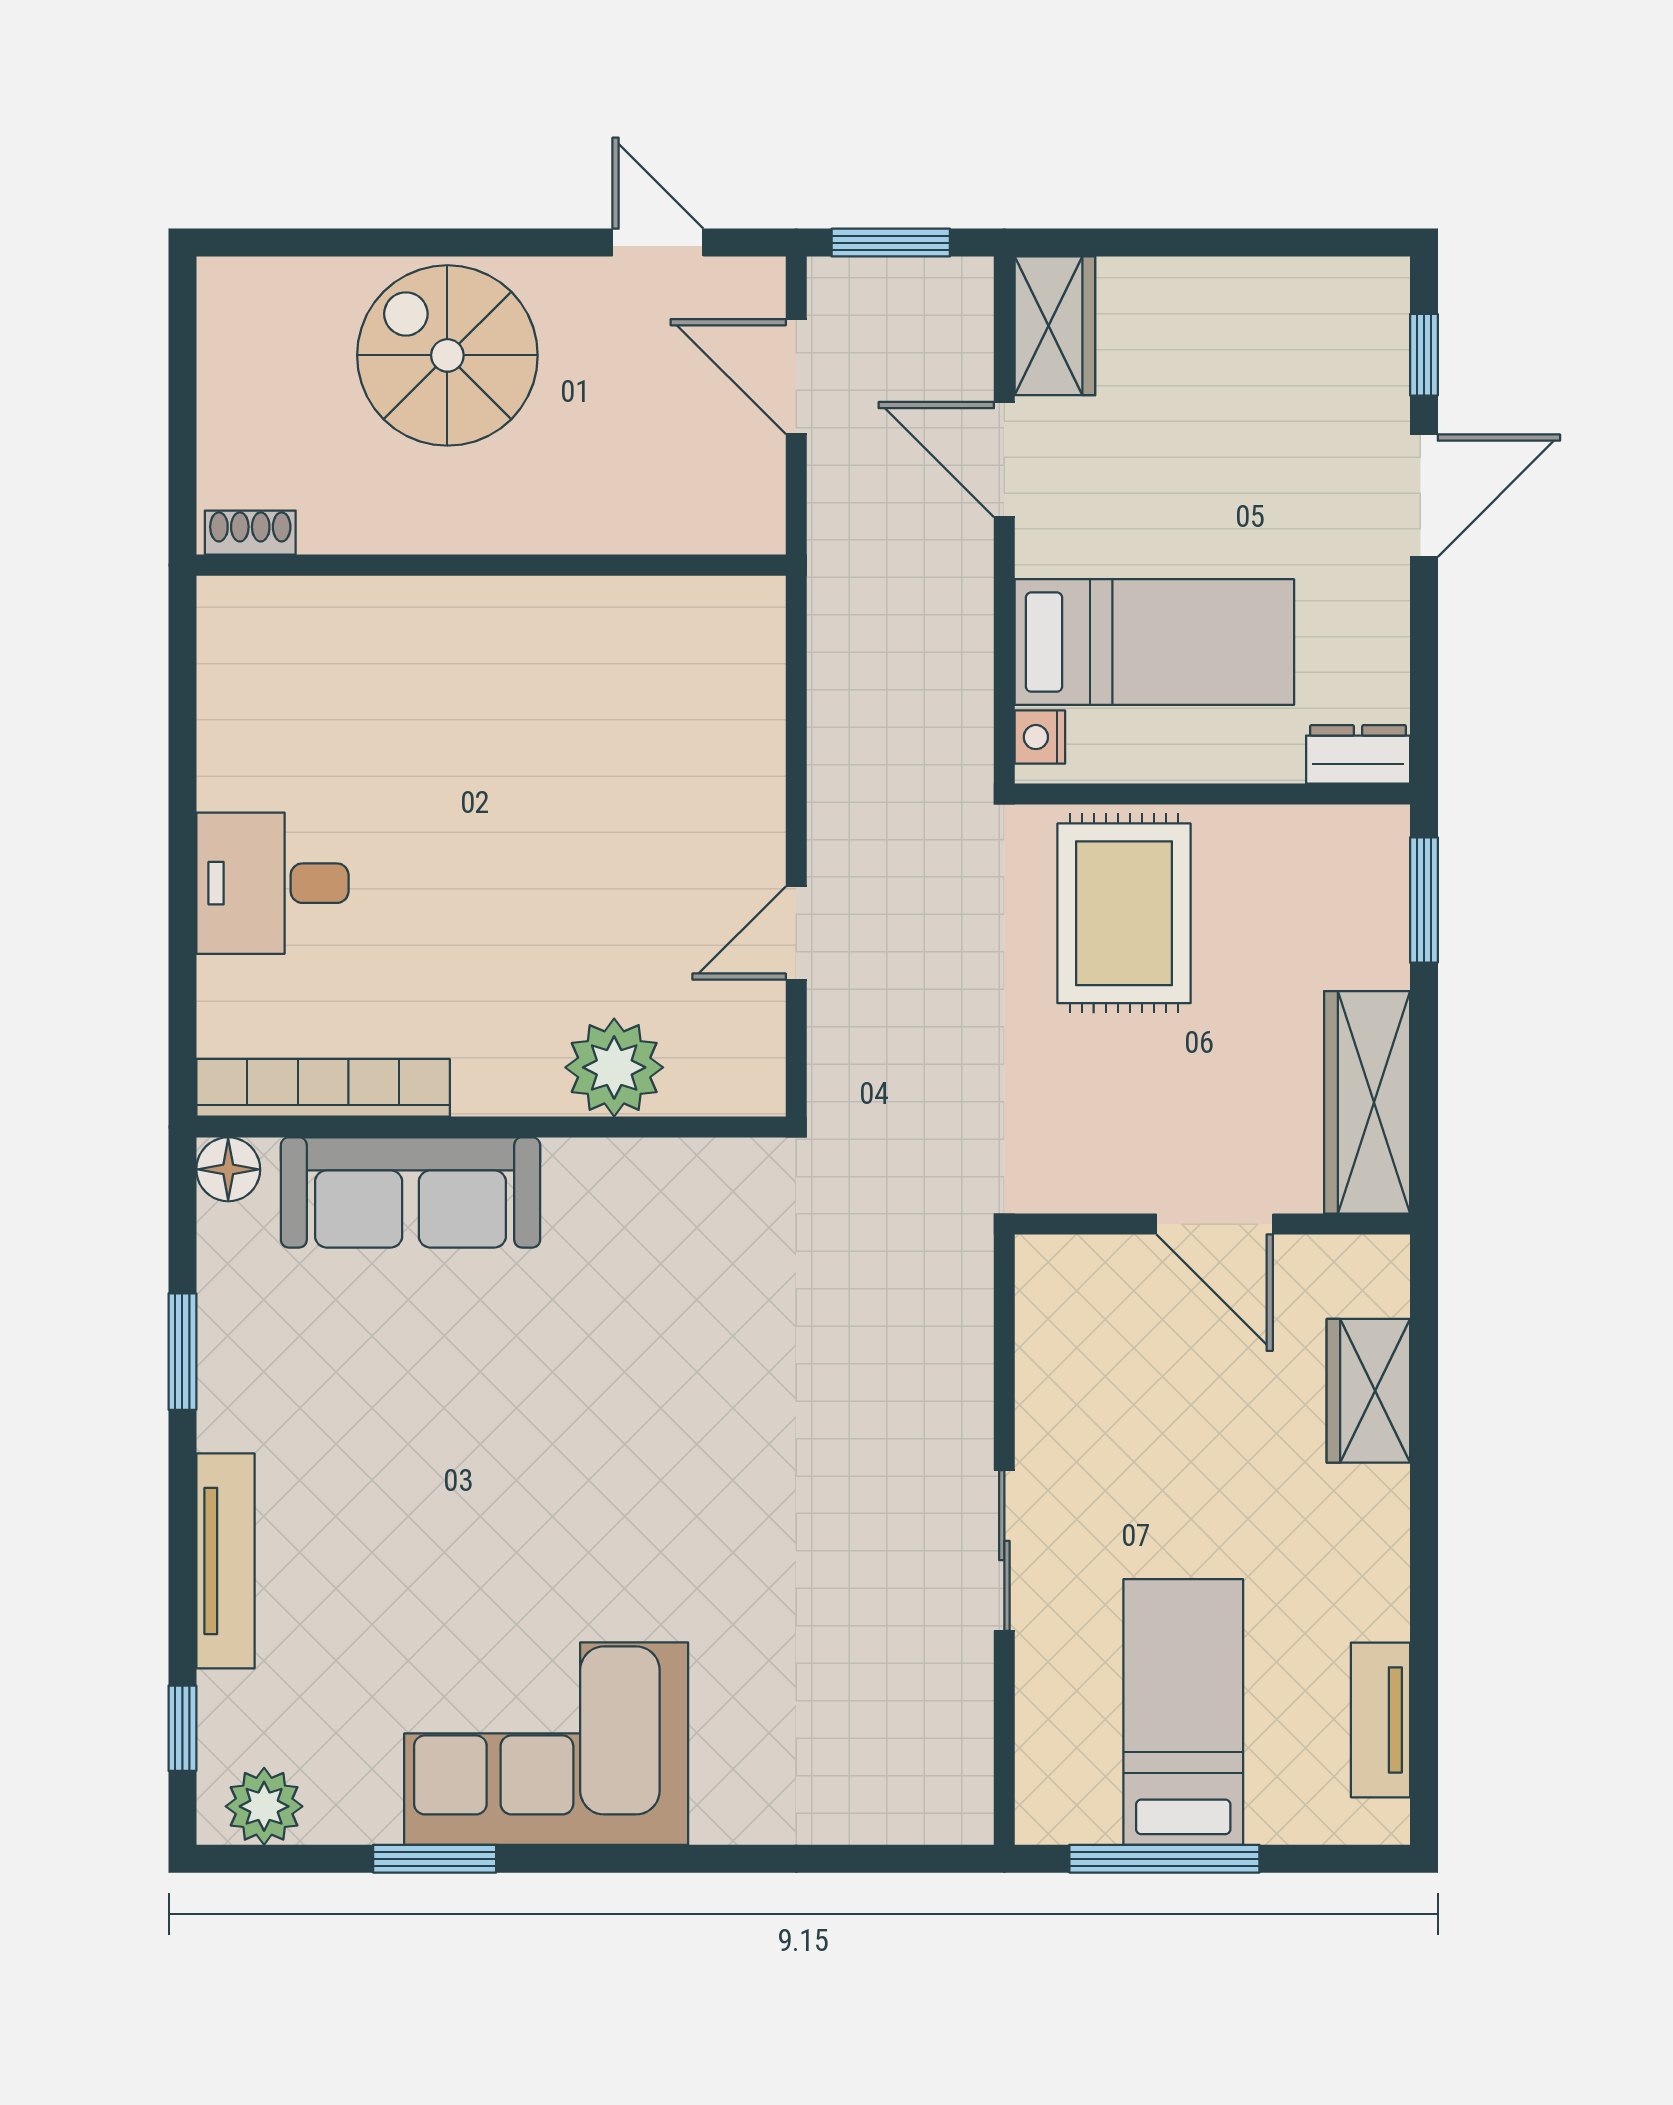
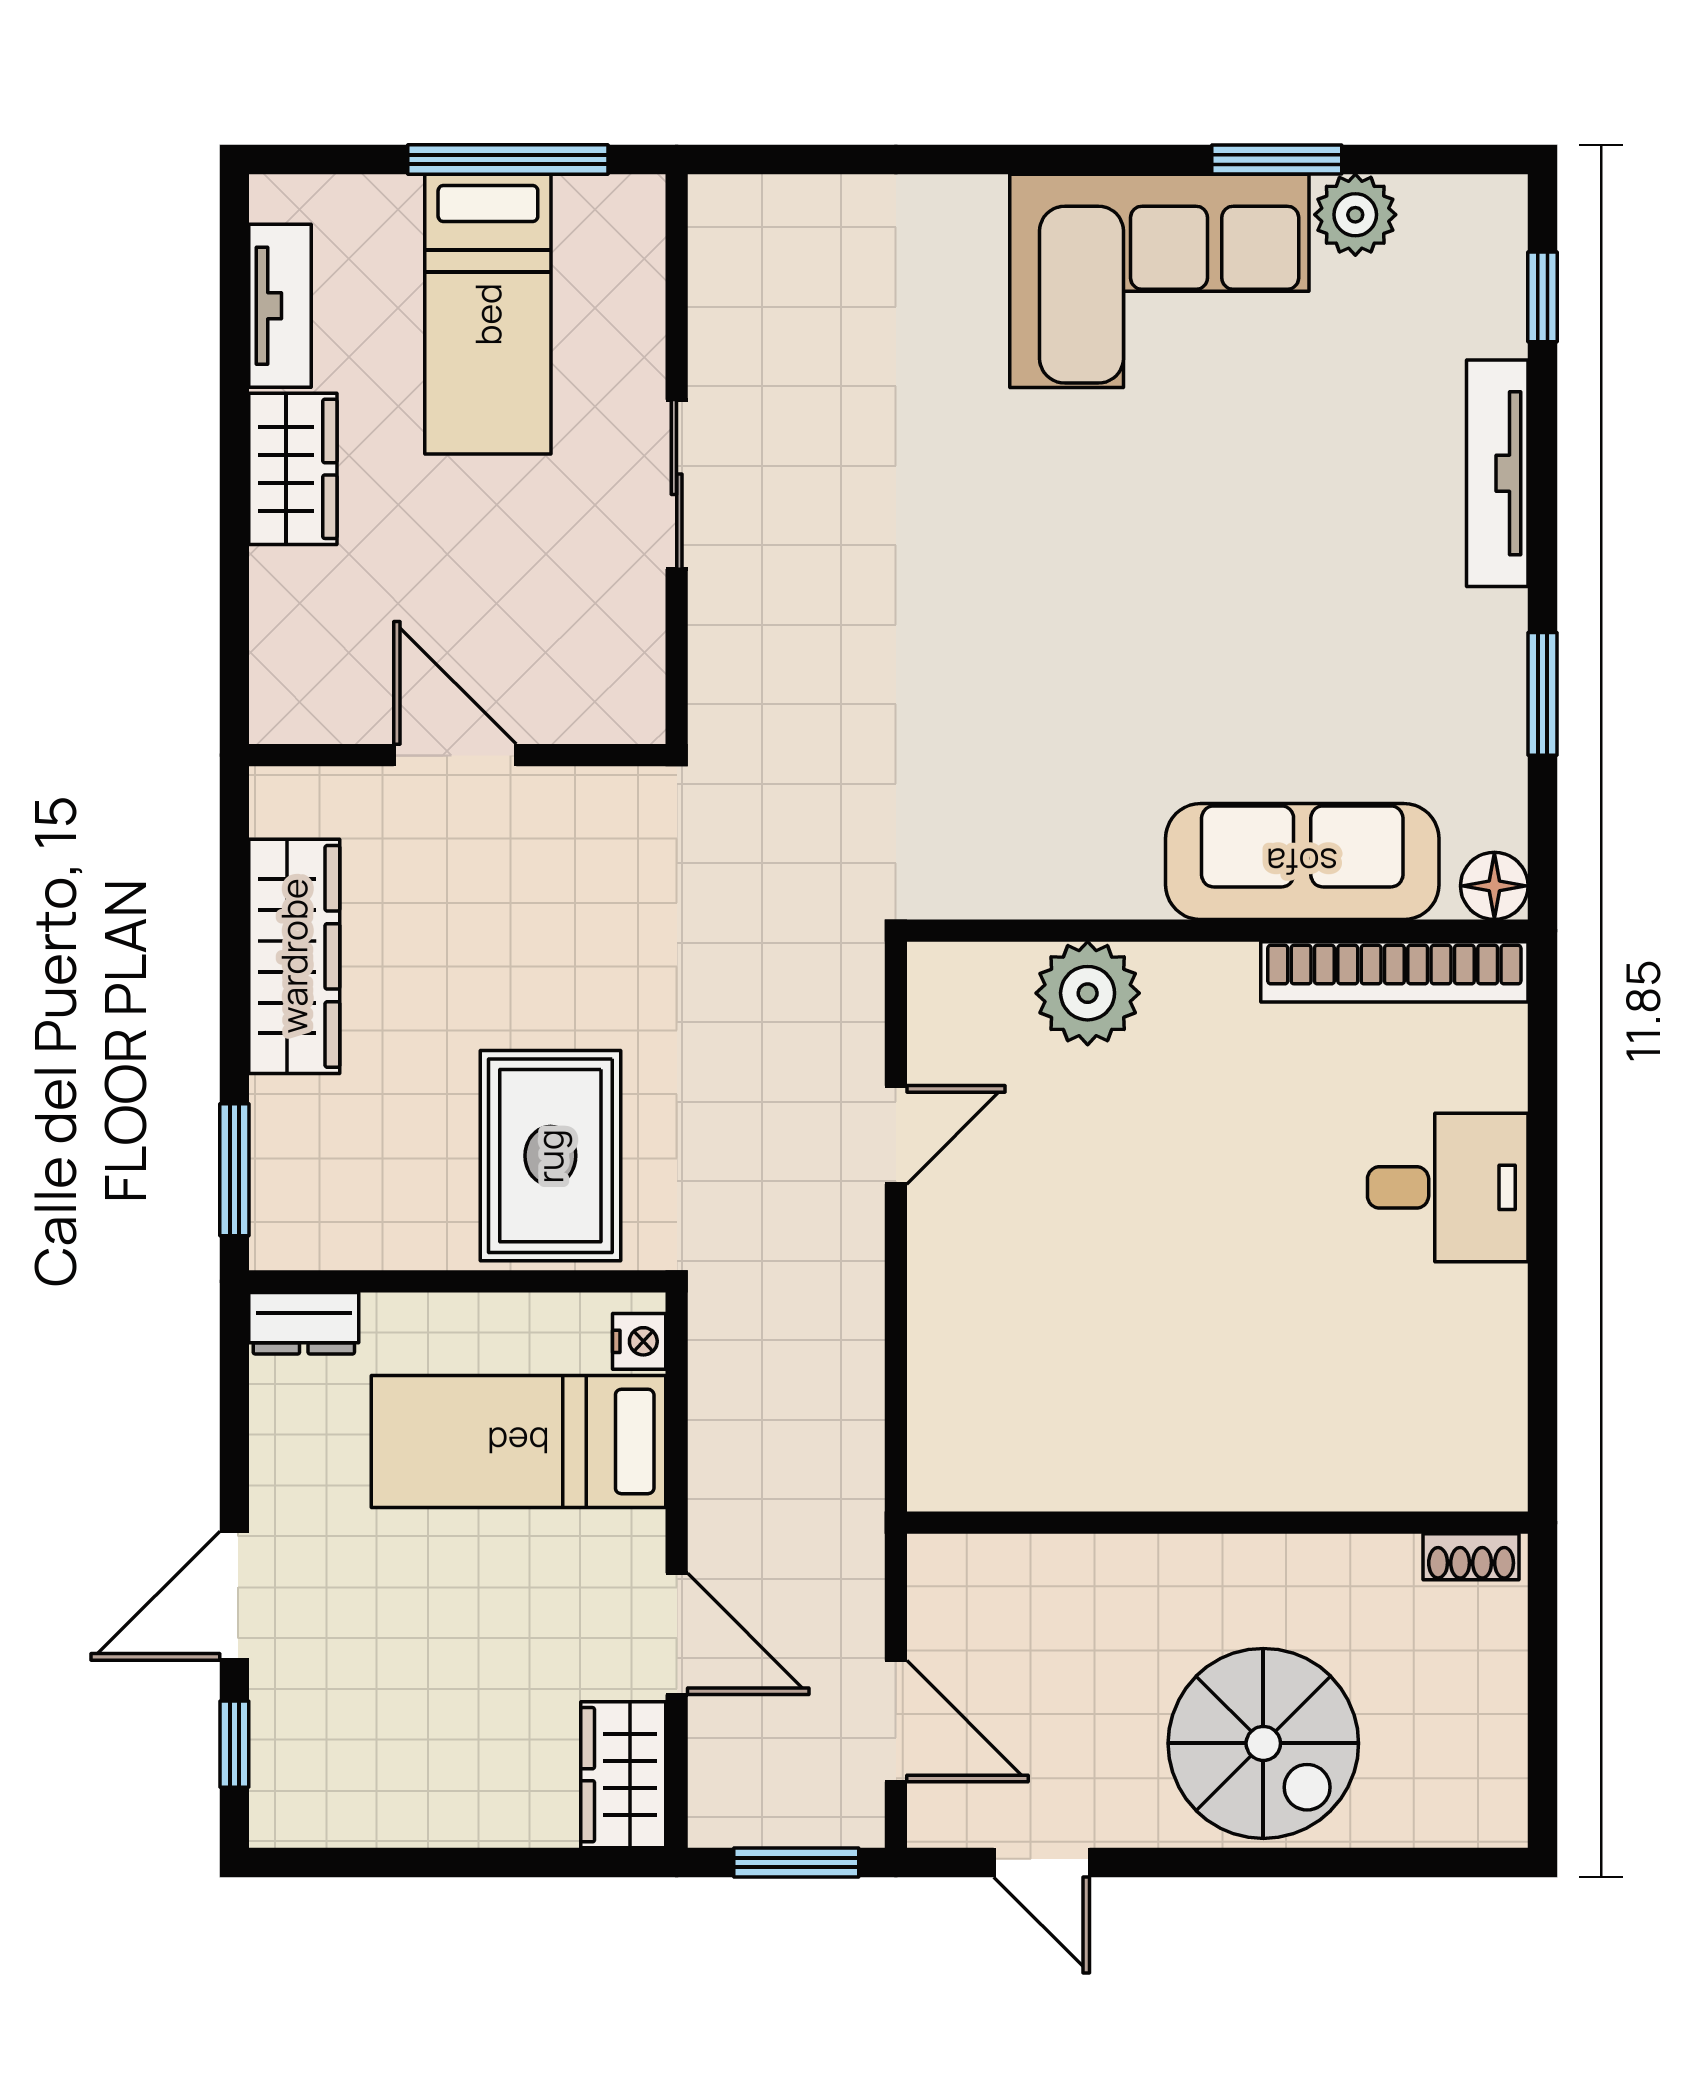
wall: (1212, 1224) -> (457, 755), moved
door: (1215, 1224) -> (455, 755), moved
wardrobe: (1368, 1391) -> (293, 469), moved
plant: (264, 1806) -> (1355, 215), moved

